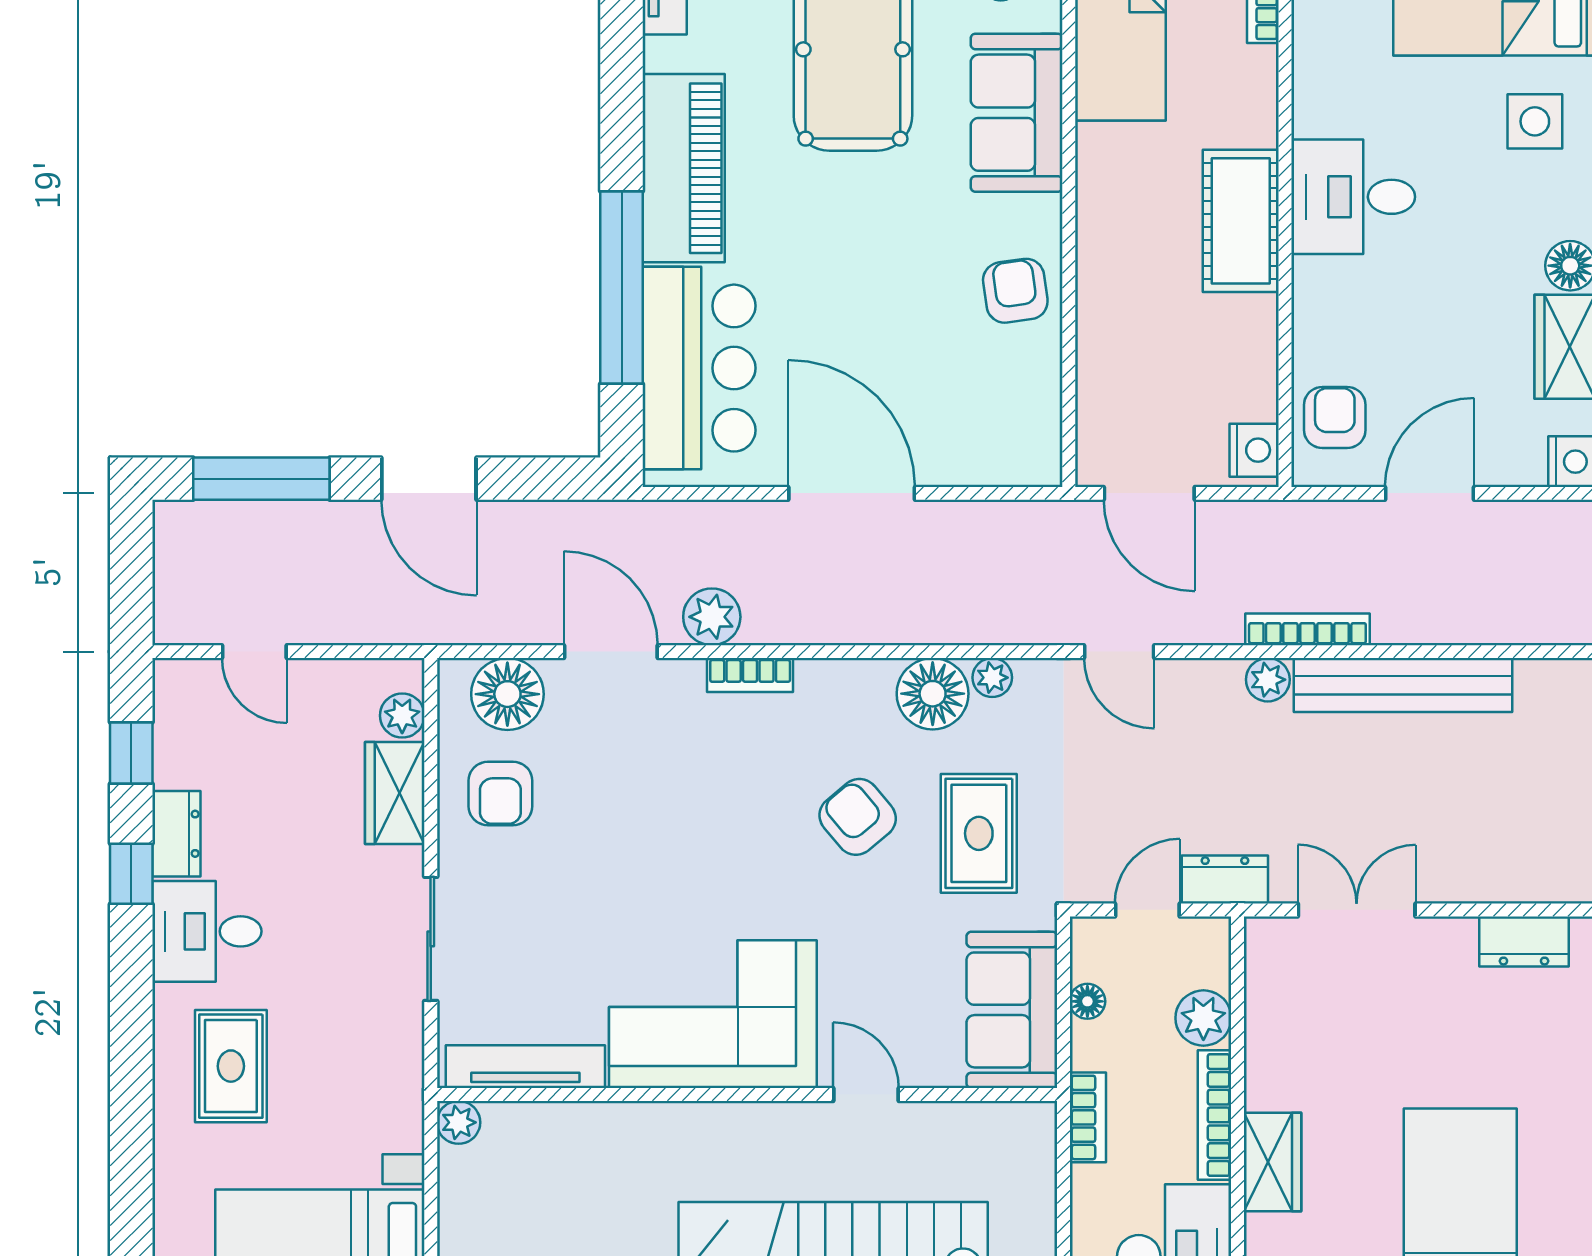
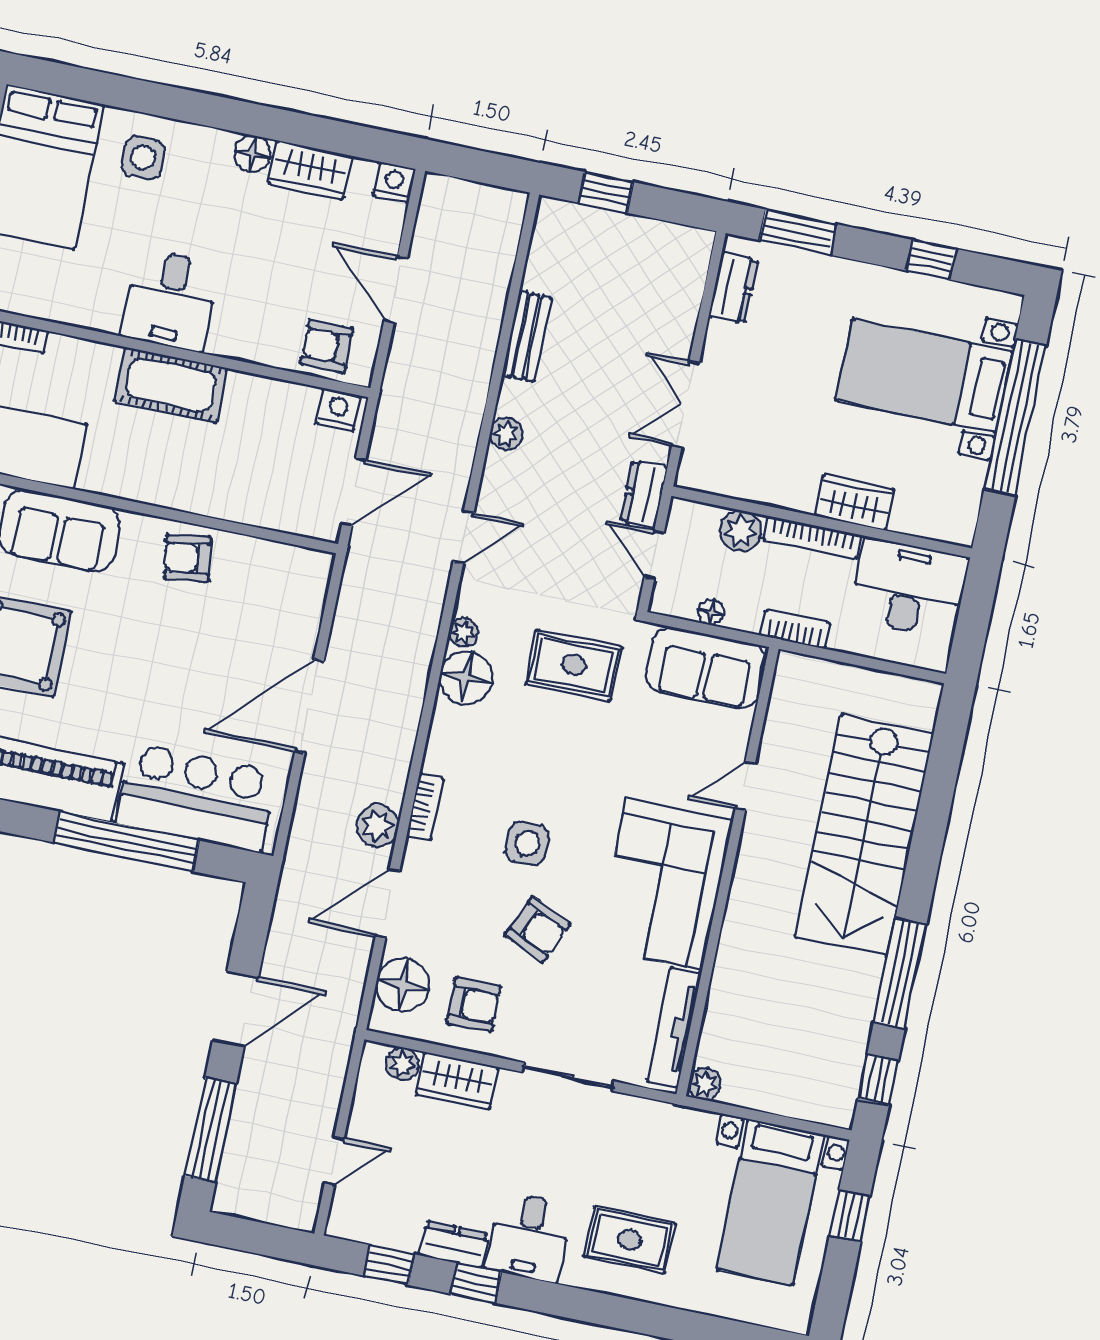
bookcase: (1307, 629) -> (476, 398), removed
bench: (1403, 685) -> (527, 336), width x0.54, depth x0.82
armchair: (858, 817) -> (538, 929), moved, turned -116
side table: (729, 820) -> (527, 843), added

